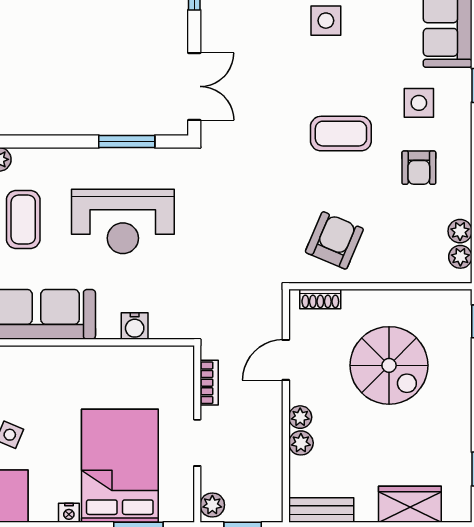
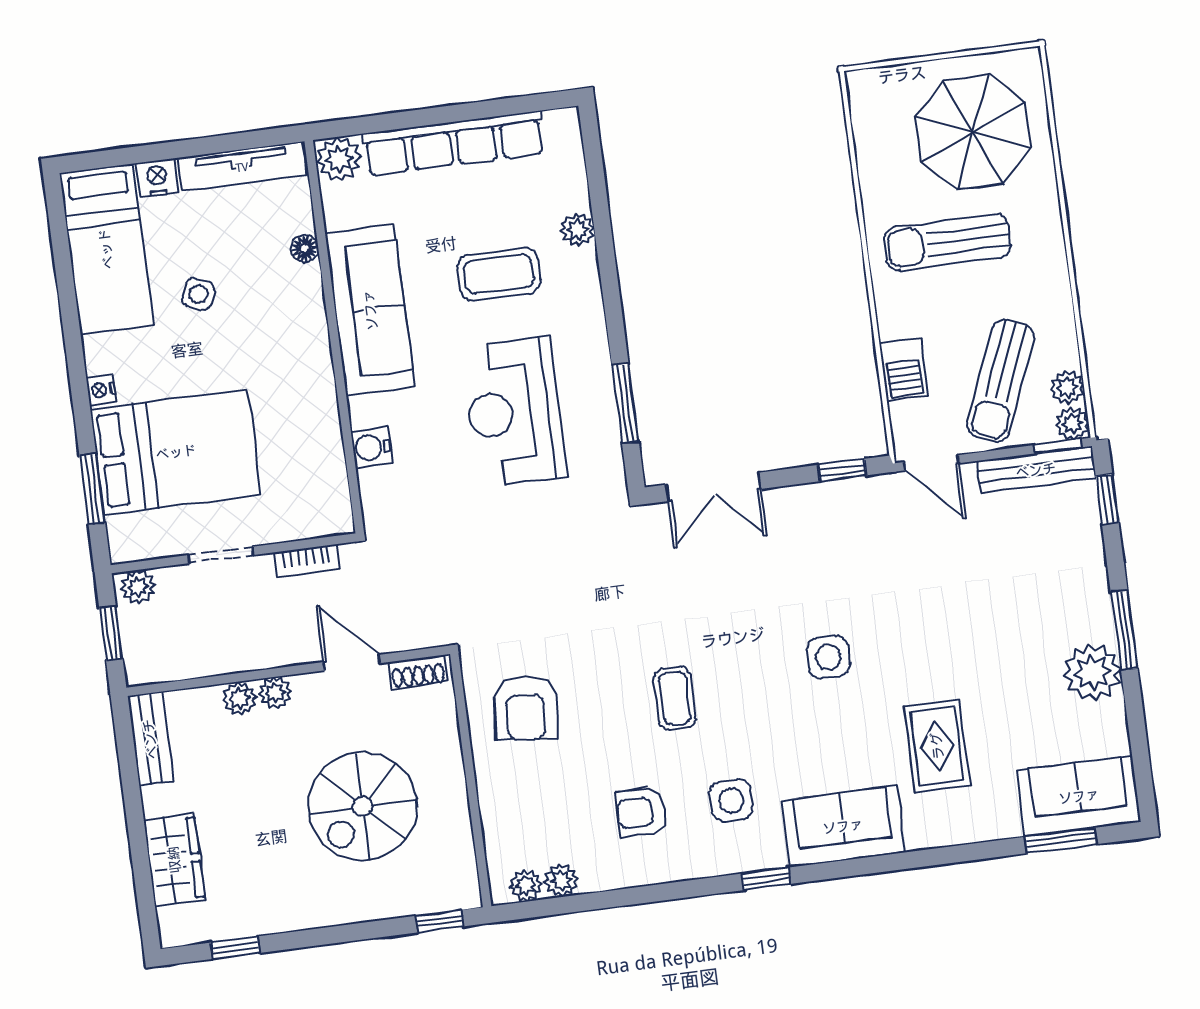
coffee table: (341, 134) -> (675, 698), width x0.73, depth x0.77
armchair: (334, 240) -> (526, 708), turned 73
shoe rack: (320, 299) -> (418, 672), moved, turned -90

